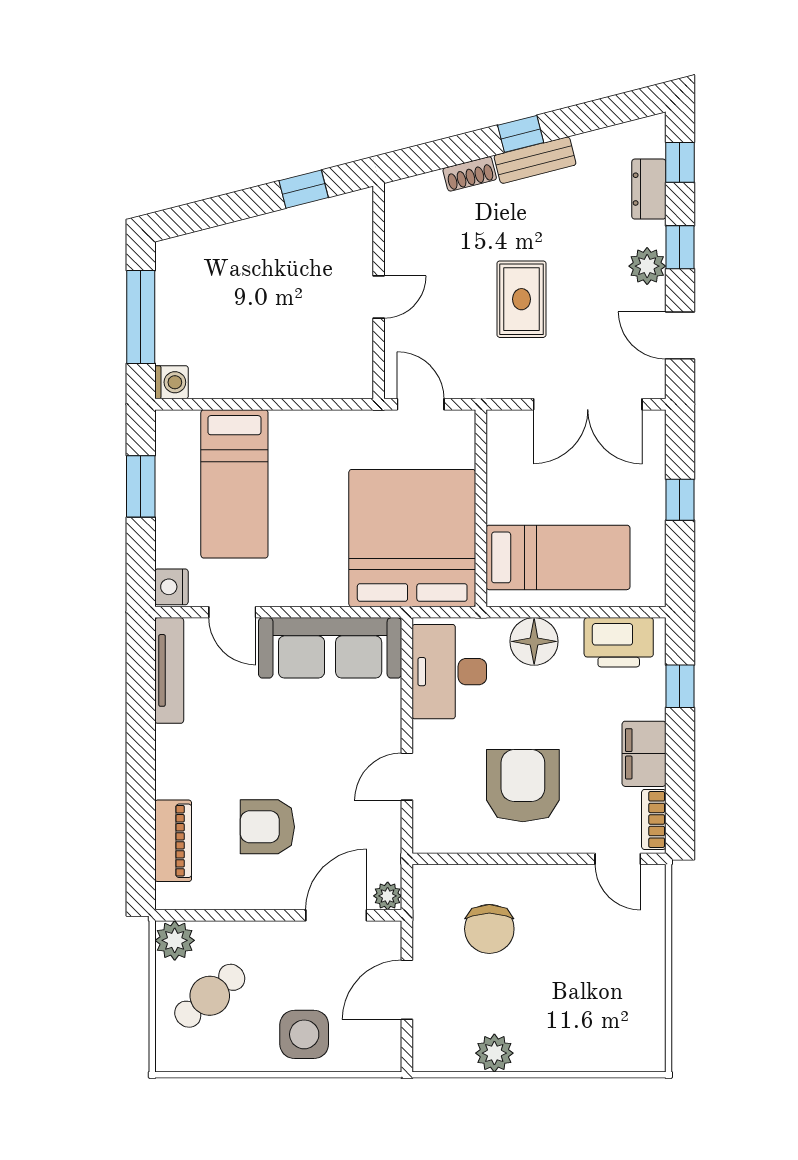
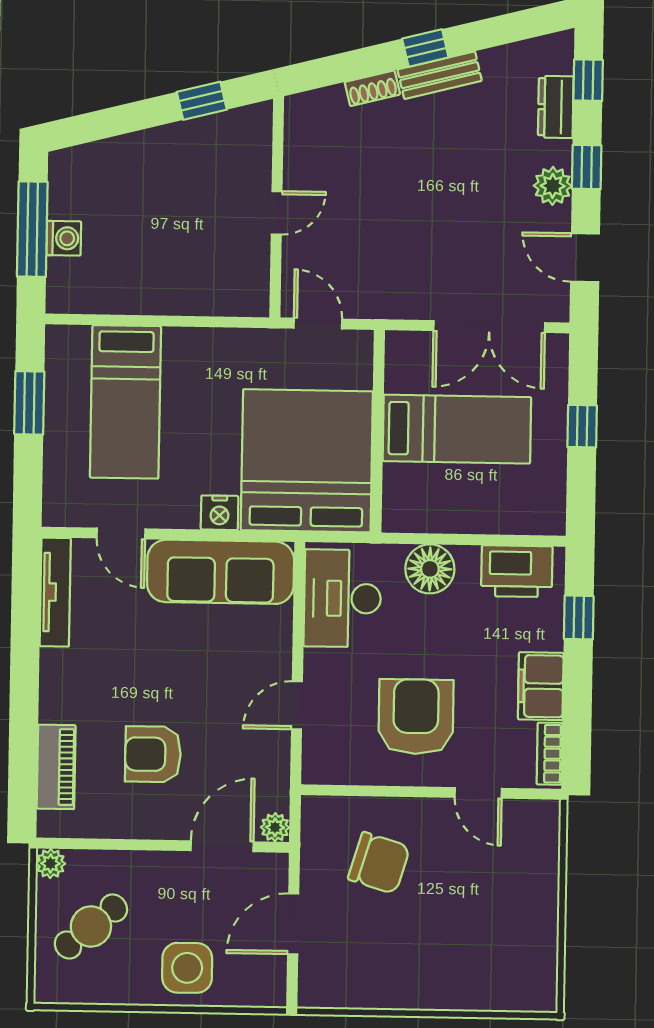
rug: (521, 299) -> (423, 218), removed
washing machine: (172, 382) -> (64, 238), moved
bed: (558, 557) -> (457, 429), moved
nightstand: (171, 587) -> (220, 513), moved, turned -90
door: (618, 859) -> (478, 793), moved
chair: (489, 929) -> (379, 863), turned -73
plant: (175, 940) -> (51, 863), width x0.73, depth x0.73
plant: (494, 1053) -> (382, 990), removed

